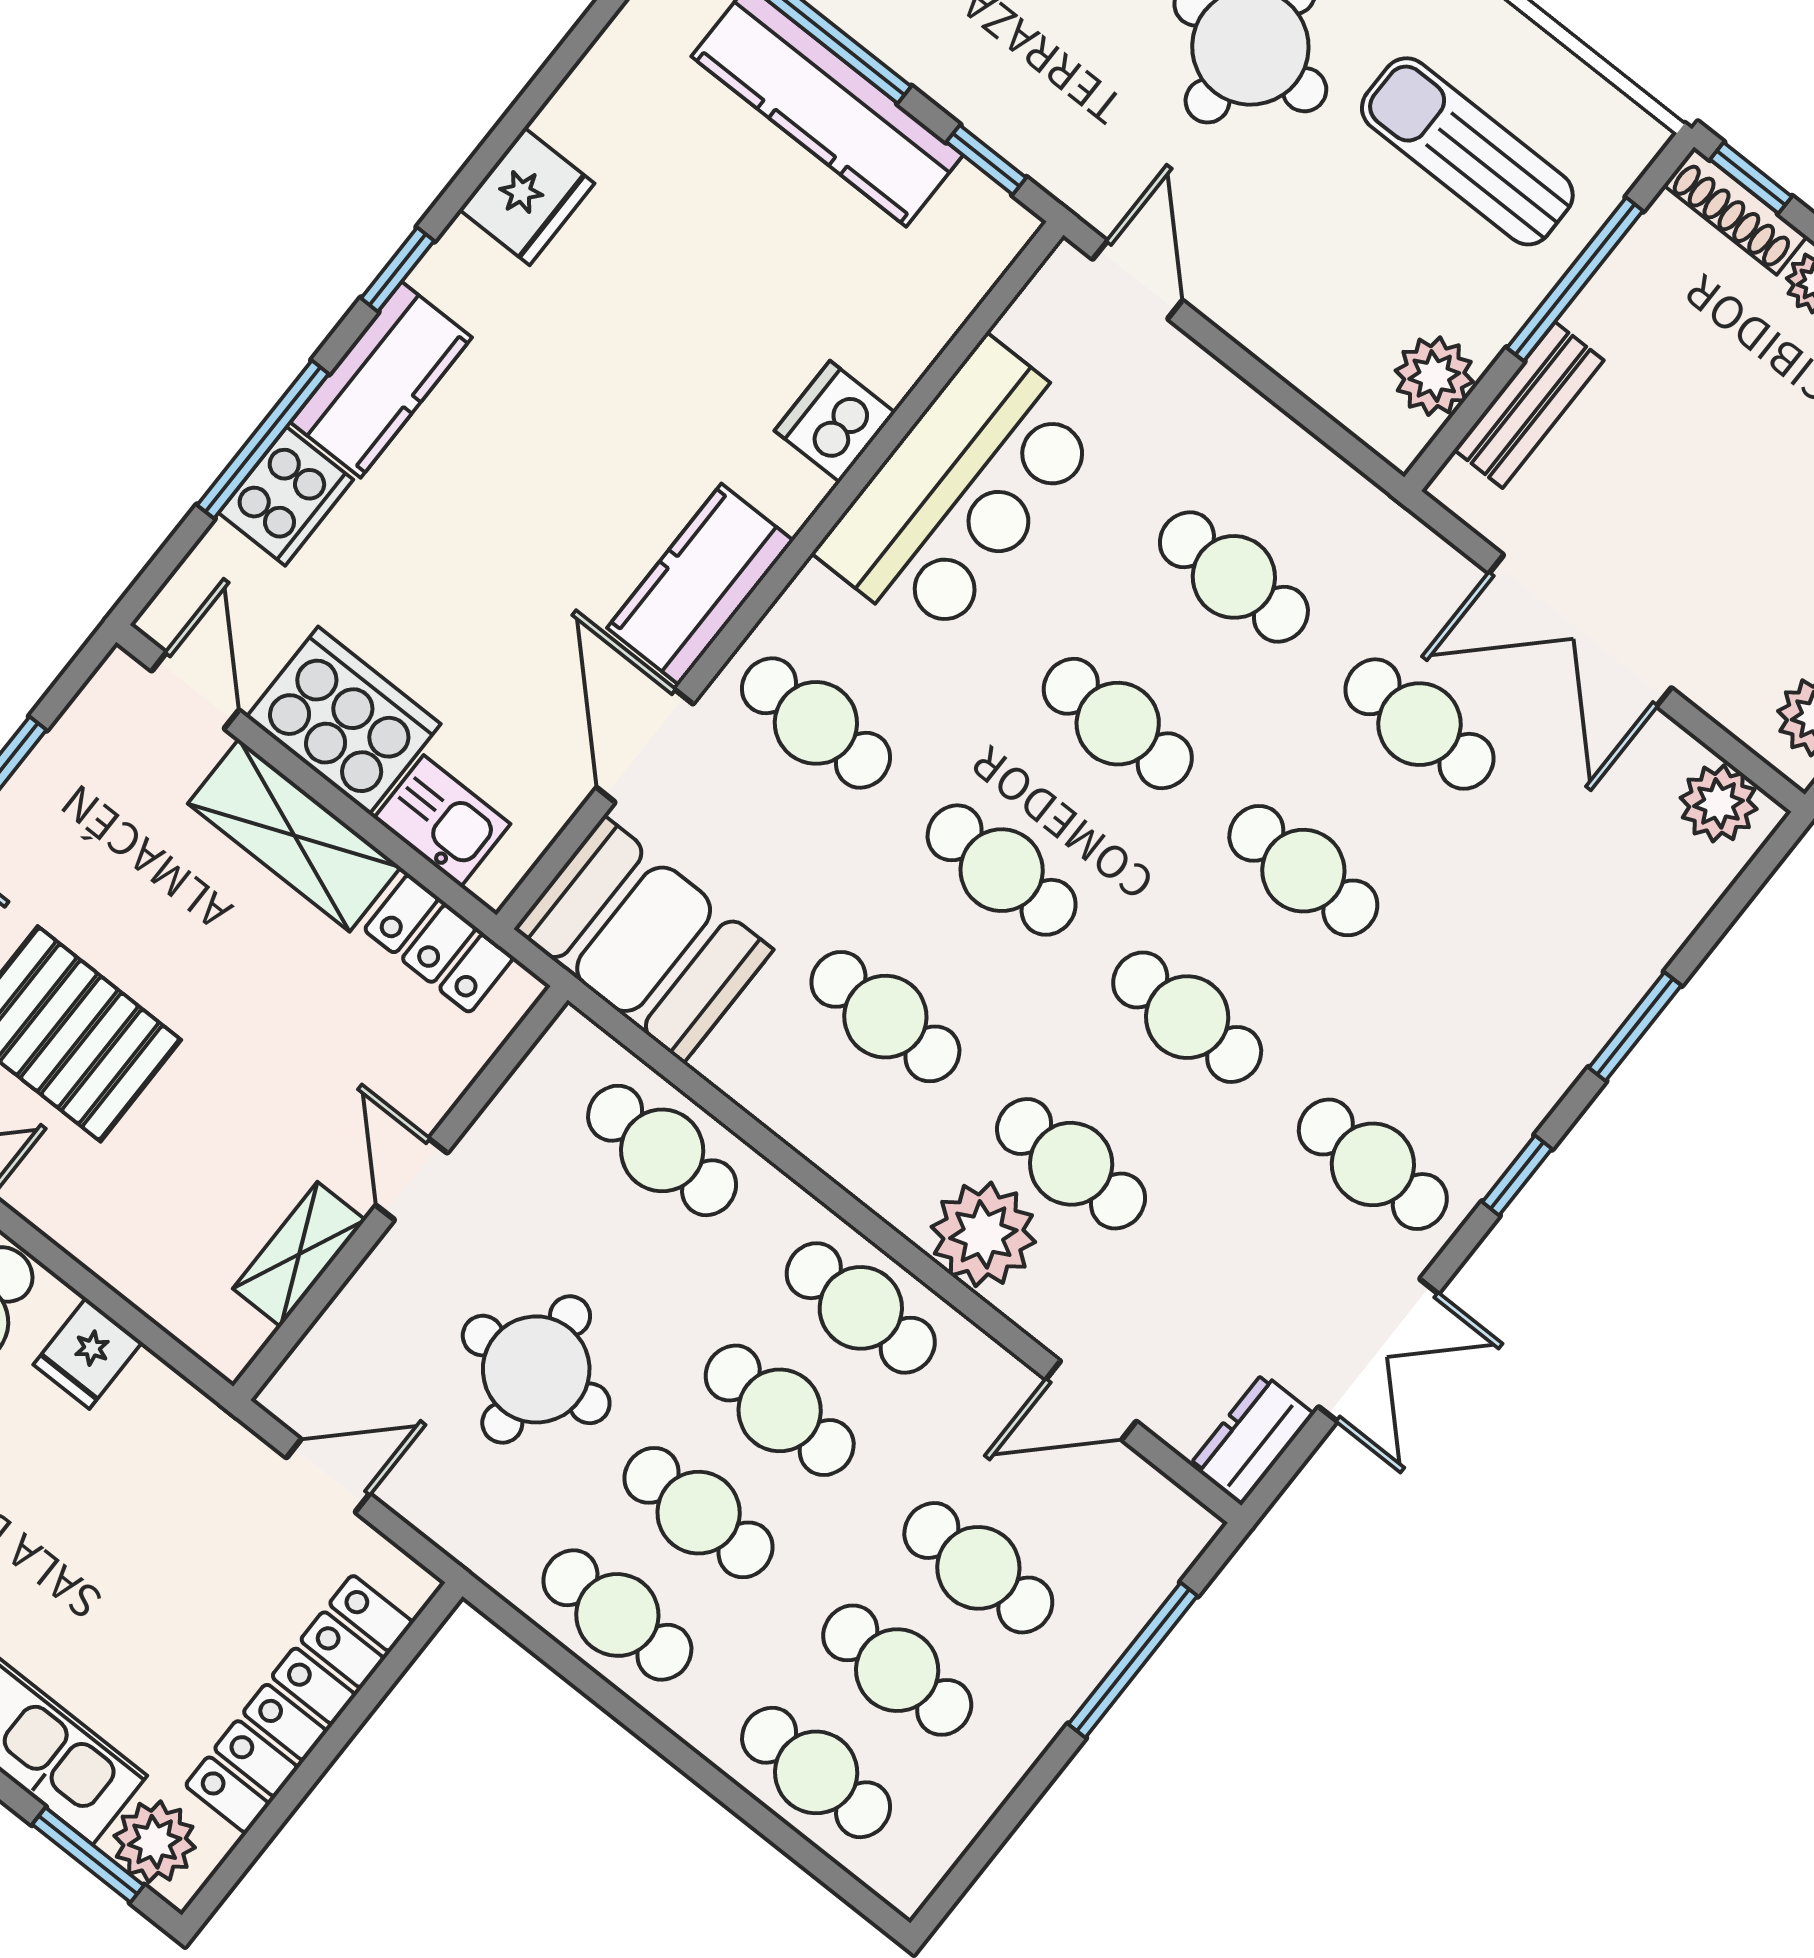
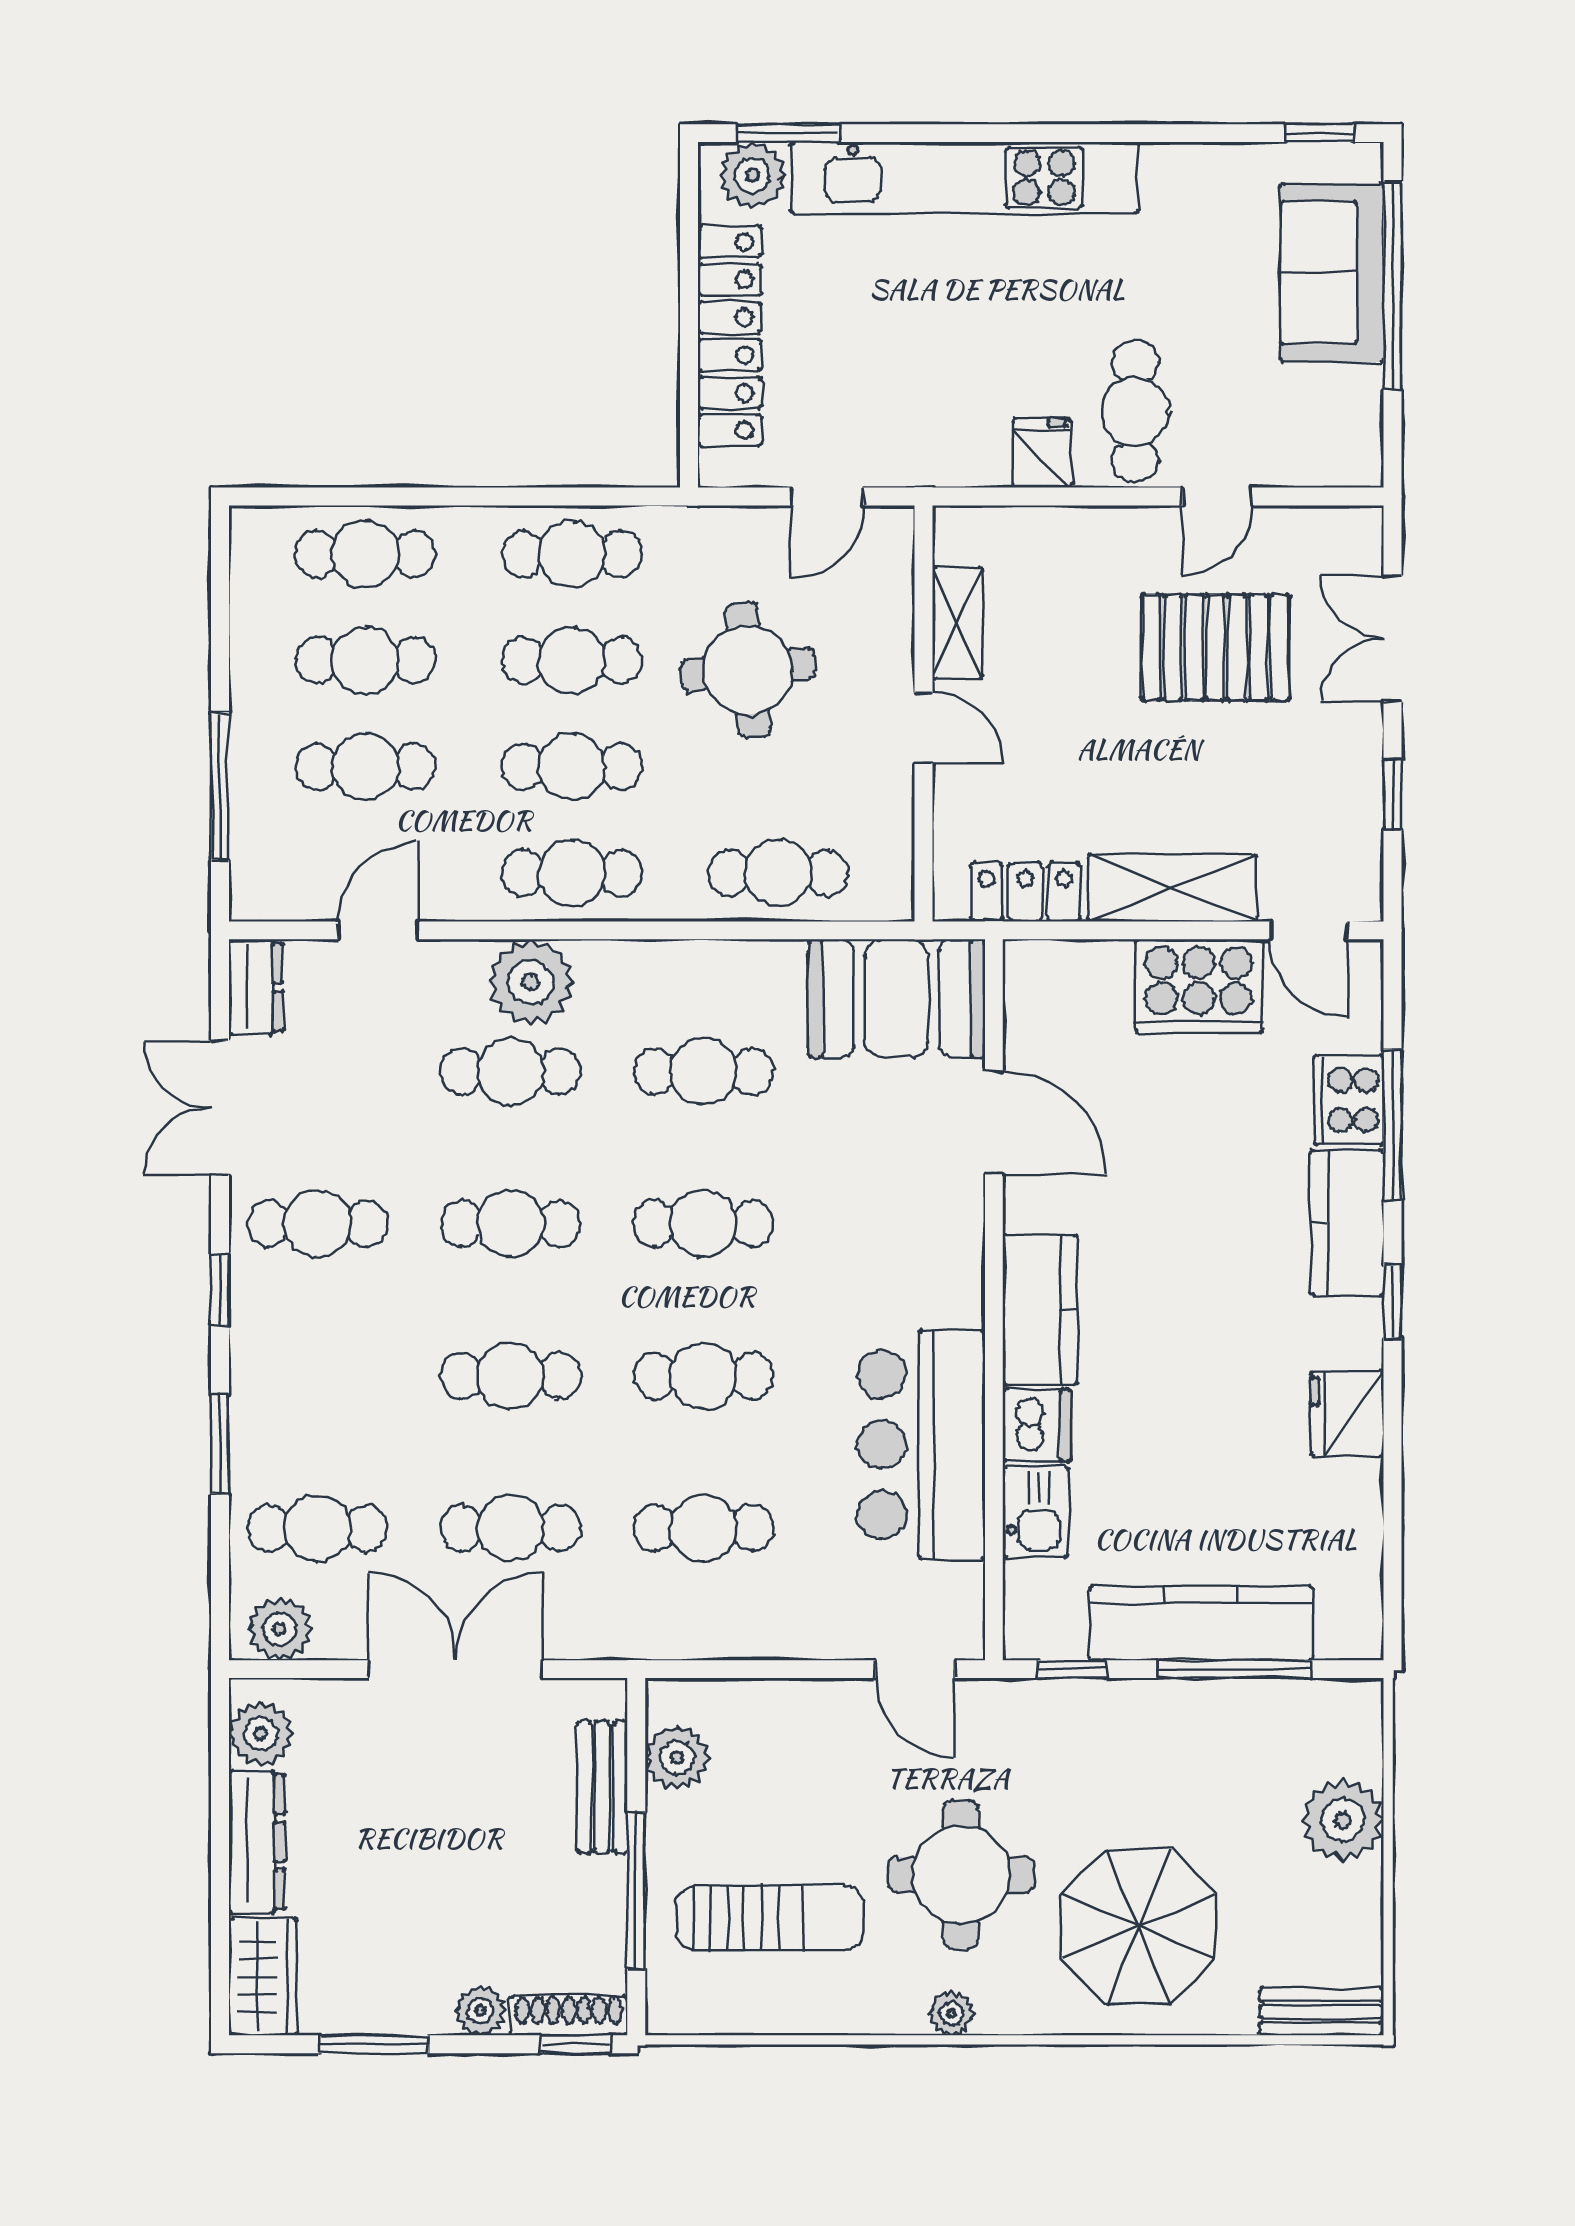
kitchen counter: (700, 584) -> (1040, 1309), moved
cafe table: (816, 723) -> (318, 1528), moved
kitchen sink: (442, 821) -> (1035, 1512), moved, turned -90

